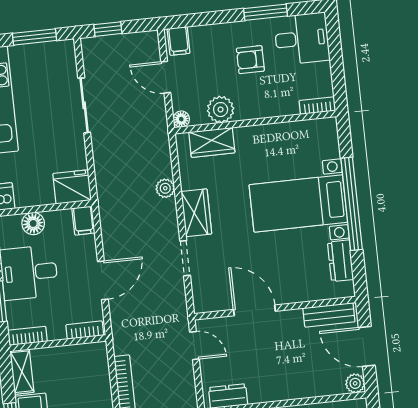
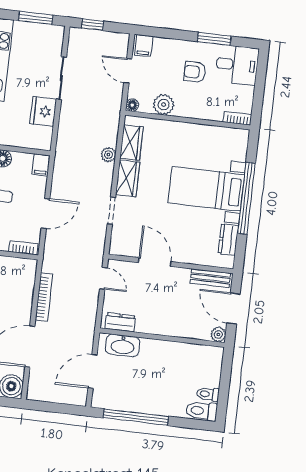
wardrobe: (212, 142) -> (132, 143), moved, turned -90
fridge: (72, 187) -> (43, 111), moved, turned -90

